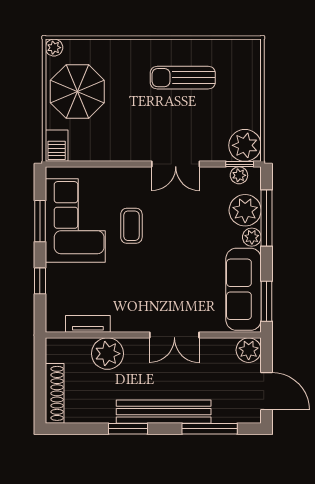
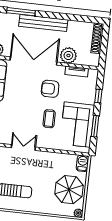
armchair: (136, 284) -> (50, 89), added
double door: (174, 335) -> (34, 61), width x1.87
window: (128, 429) -> (62, 16), removed

